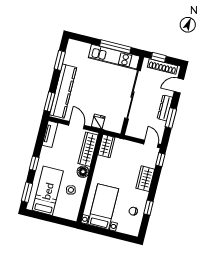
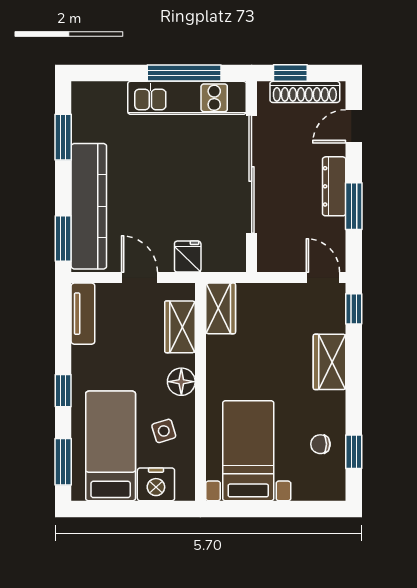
wardrobe: (88, 149) -> (180, 327), width x0.67
window: (148, 208) -> (354, 452), moved
nightstand: (62, 211) -> (156, 484), added

